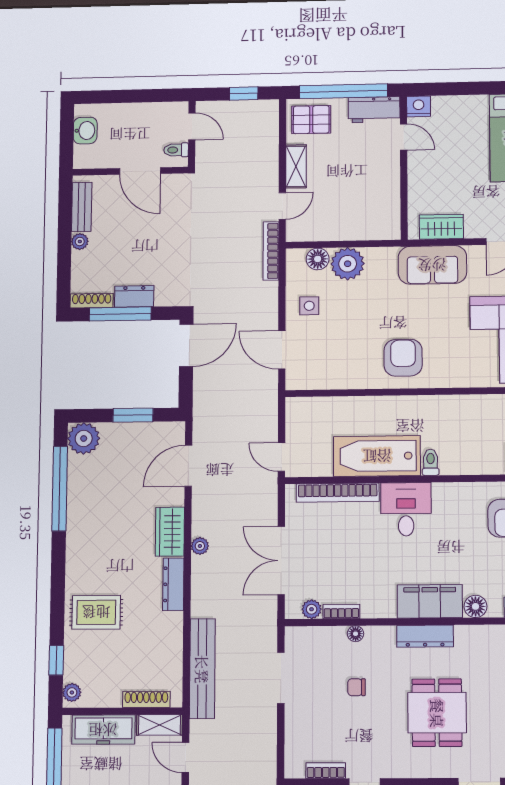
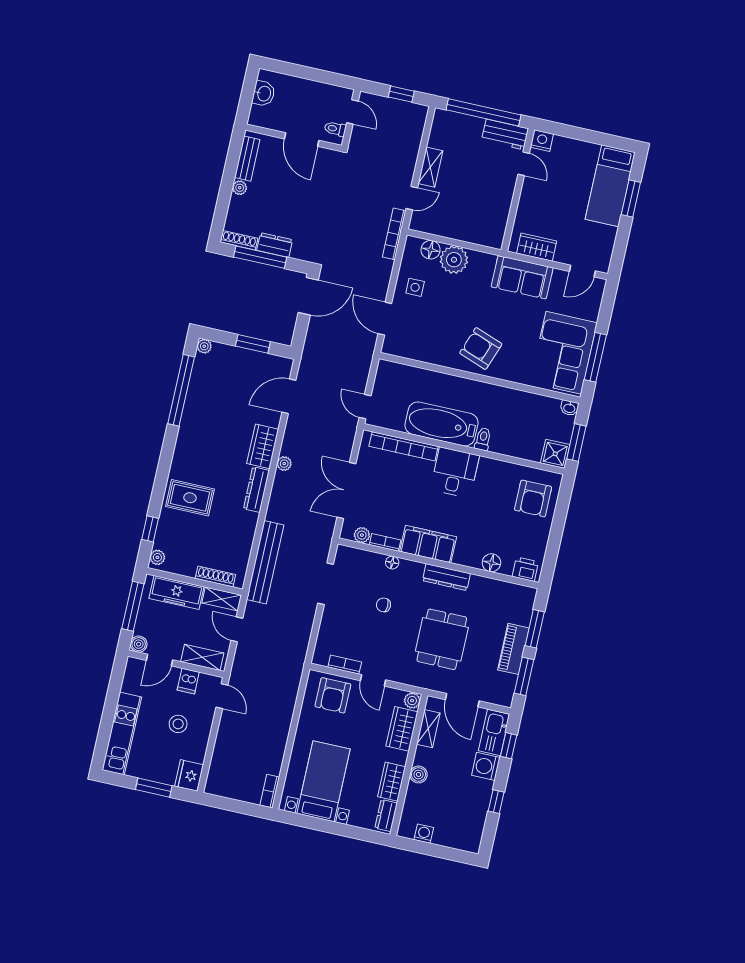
pallet: (311, 120) -> (452, 130), removed
armchair: (403, 358) -> (481, 349), turned -70
plant: (84, 439) -> (204, 346), width x0.53, depth x0.53
filing cabinet: (430, 601) -> (428, 544), moved

